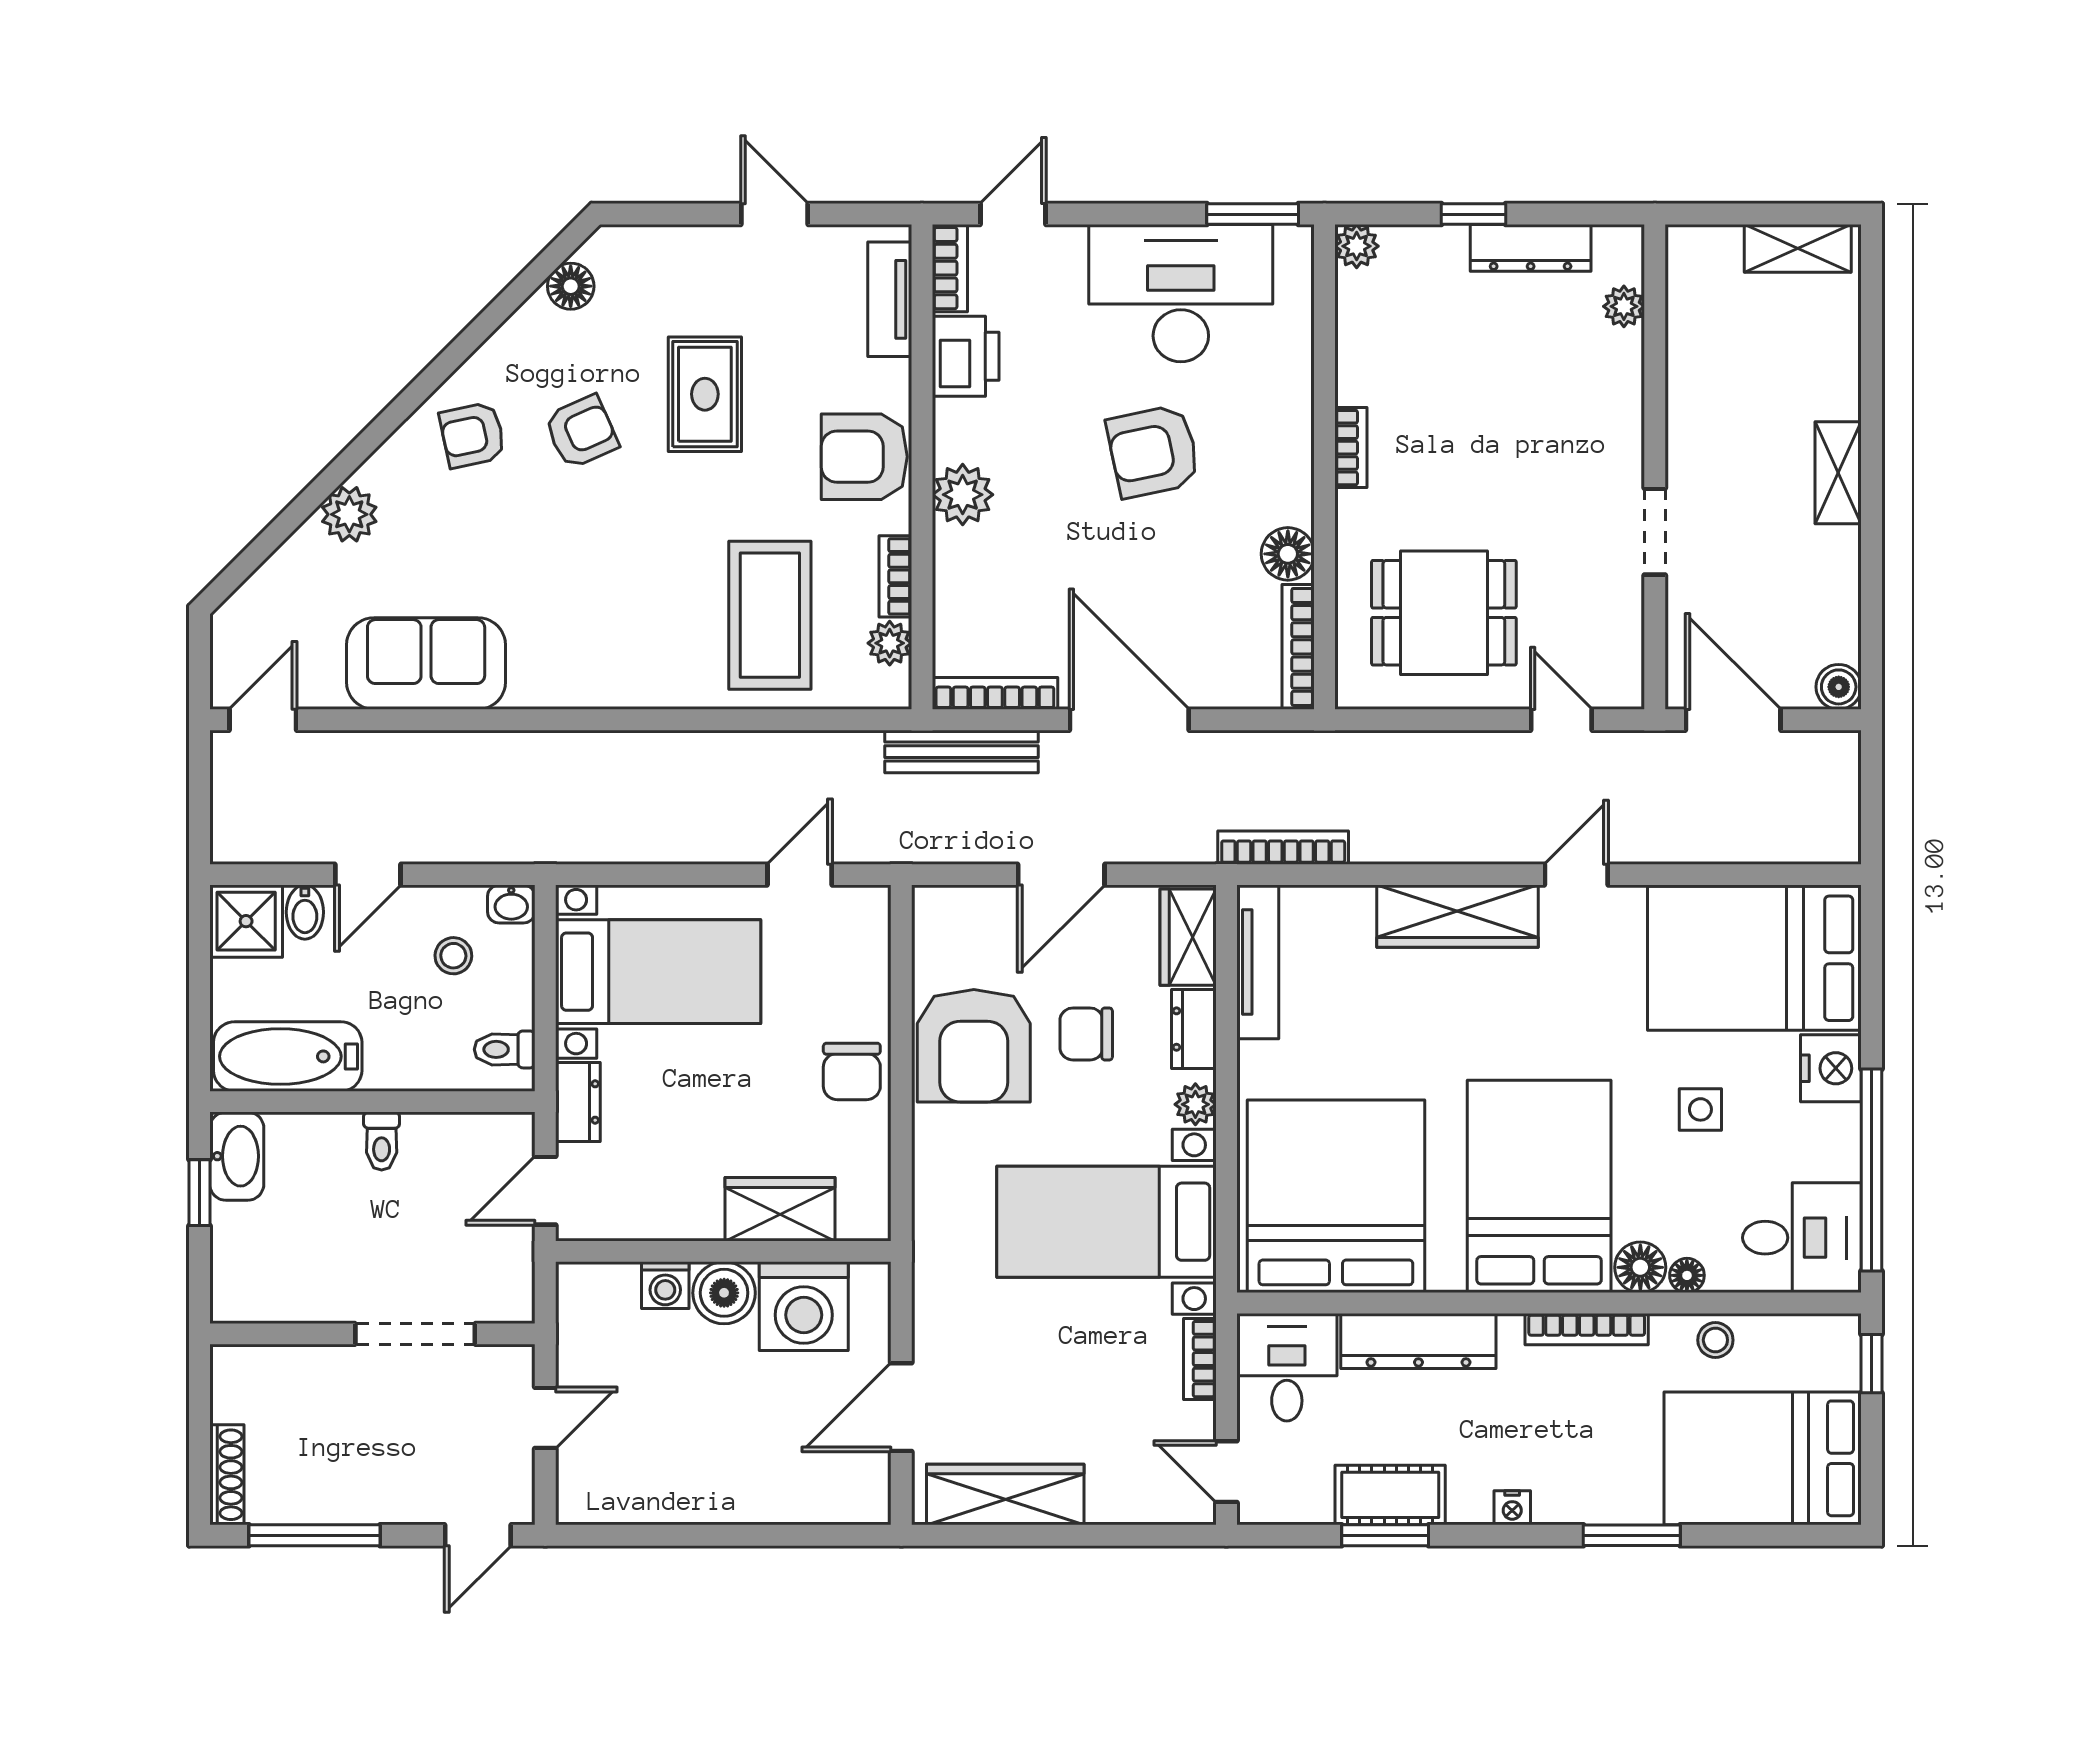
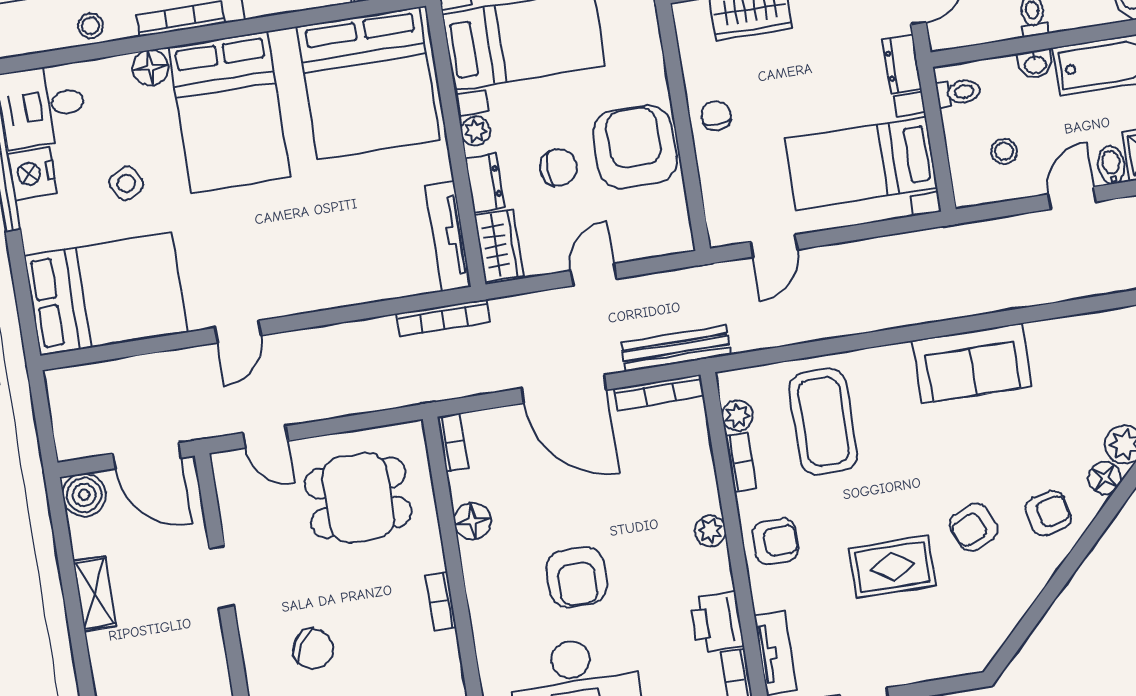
floor lamp: (571, 286) -> (1105, 478), moved
rug: (705, 394) -> (892, 567), turned 90
chair: (1542, 409) -> (313, 649), added
armchair: (1153, 451) -> (577, 577), turned 102
armchair: (864, 457) -> (776, 541), width x0.72, depth x0.72
shelving: (1838, 473) -> (95, 593), moved
plant: (963, 495) -> (710, 531), width x0.73, depth x0.73
bookcase: (1298, 647) -> (453, 442), width x0.64
sofa: (426, 664) -> (972, 363), moved
boiler: (1839, 687) -> (84, 495), width x1.36, depth x1.36
door: (1061, 875) -> (593, 275), width x0.73
washbasin: (511, 904) -> (1035, 64), moved, turned 180
wardrobe: (1458, 916) -> (315, 290), removed
nightstand: (1831, 1068) -> (32, 173), moved
chair: (852, 1071) -> (716, 116), width x0.73, depth x0.73
side table: (1700, 1109) -> (126, 183), turned -30
floor lamp: (1687, 1275) -> (117, 67), removed

